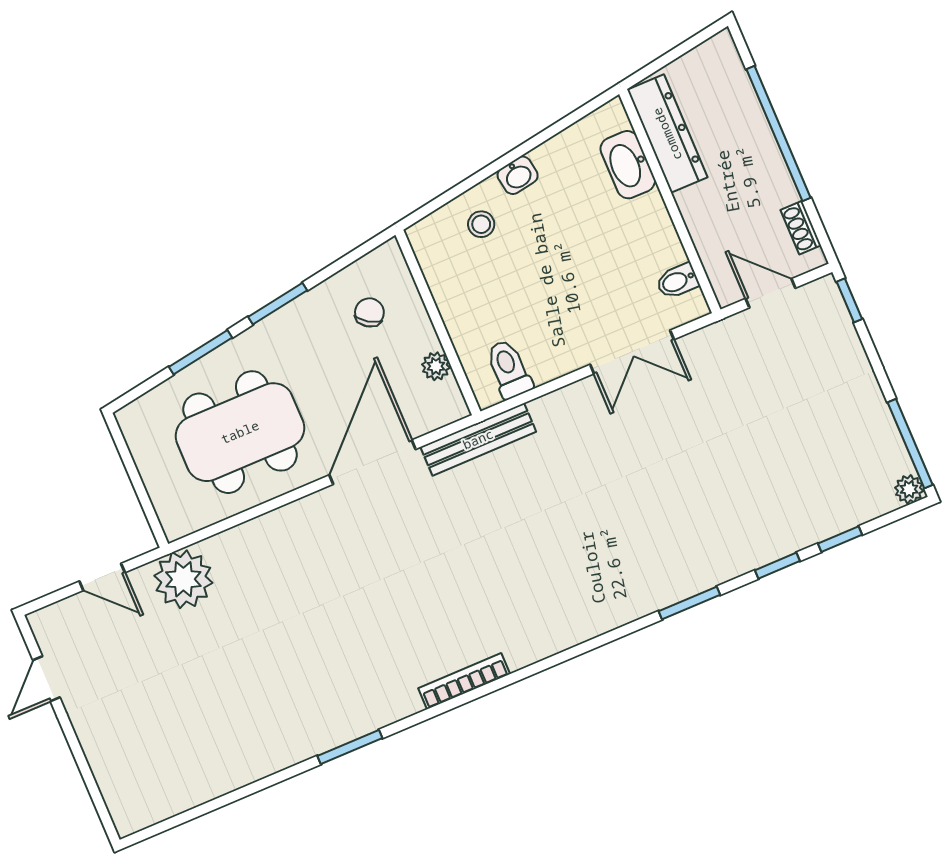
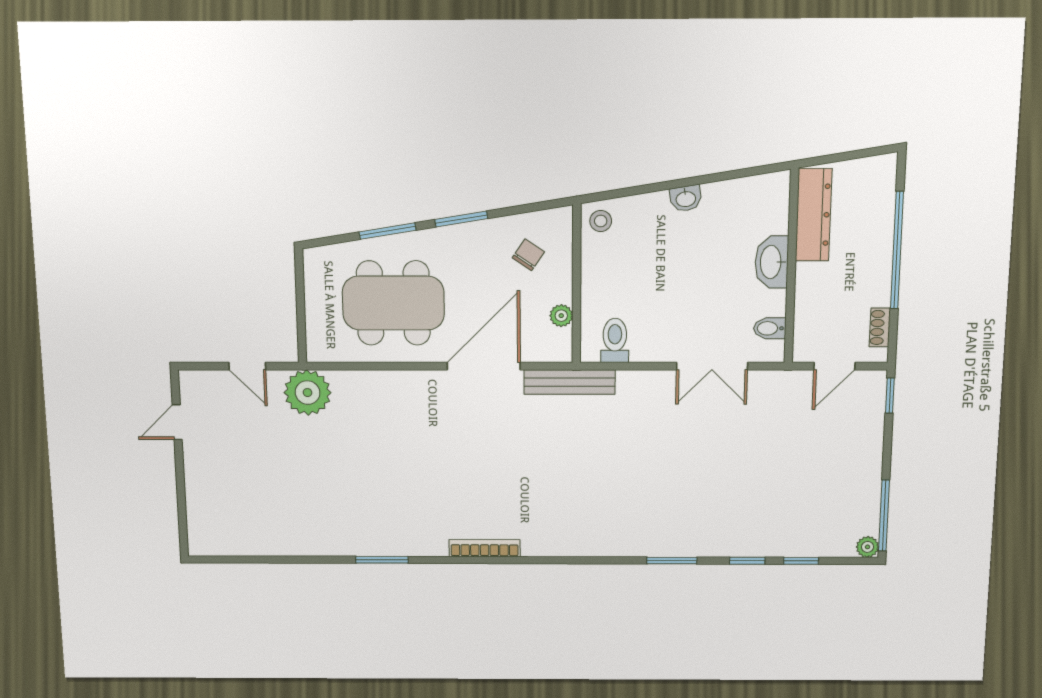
washbasin: (628, 165) -> (772, 262), moved
stool: (481, 224) -> (601, 221), moved
door: (770, 293) -> (834, 366), swing flipped

